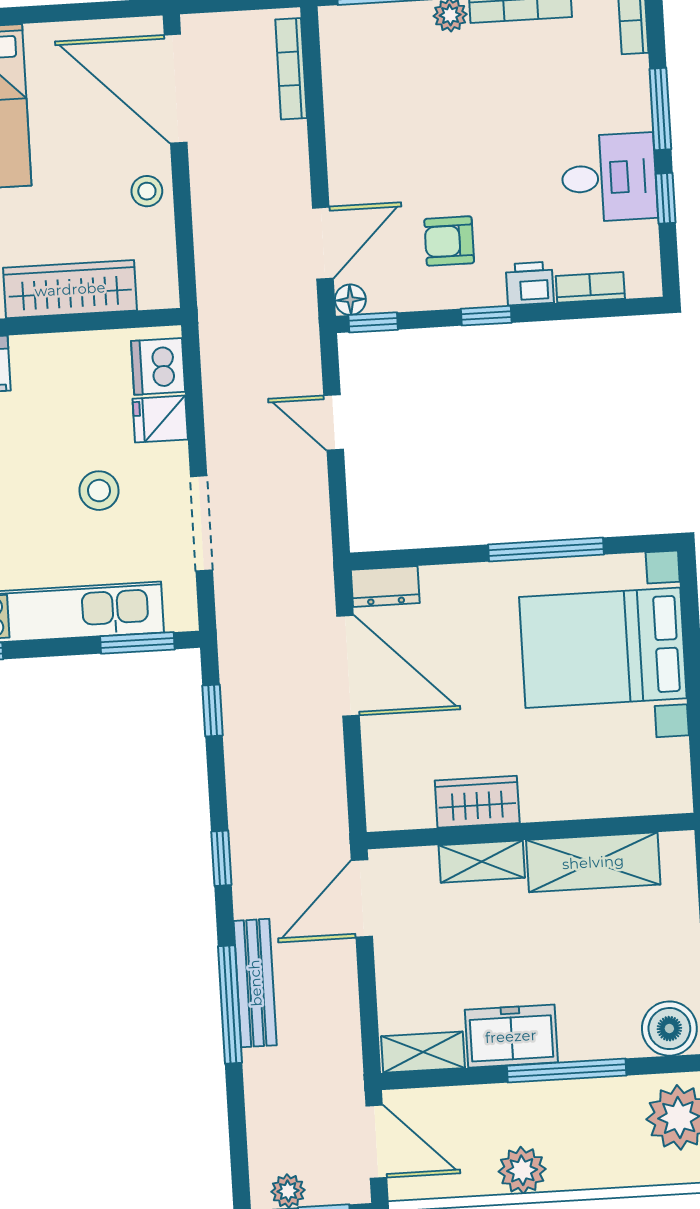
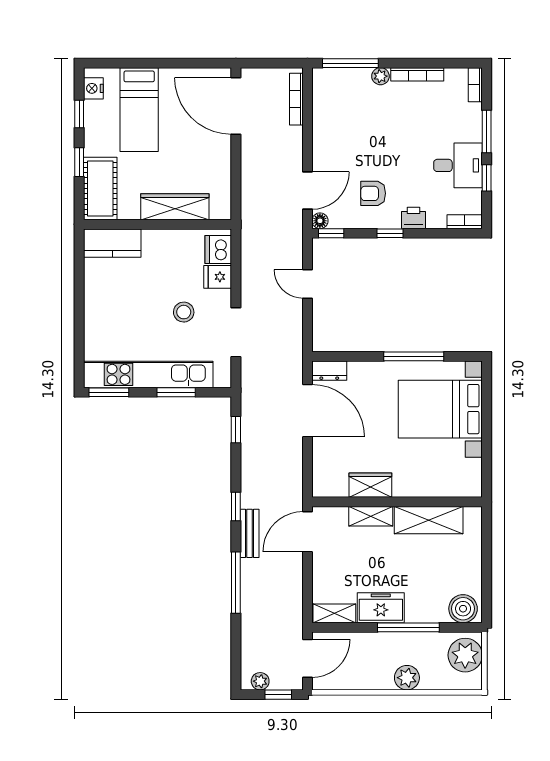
stool: (147, 191) -> (218, 158), removed
bookcase: (590, 287) -> (465, 222), moved
window: (137, 643) -> (176, 392), moved
bench: (255, 983) -> (250, 533), moved, width x0.73
door: (376, 1142) -> (307, 658), hinge flipped
plant: (522, 1170) -> (407, 678), moved

